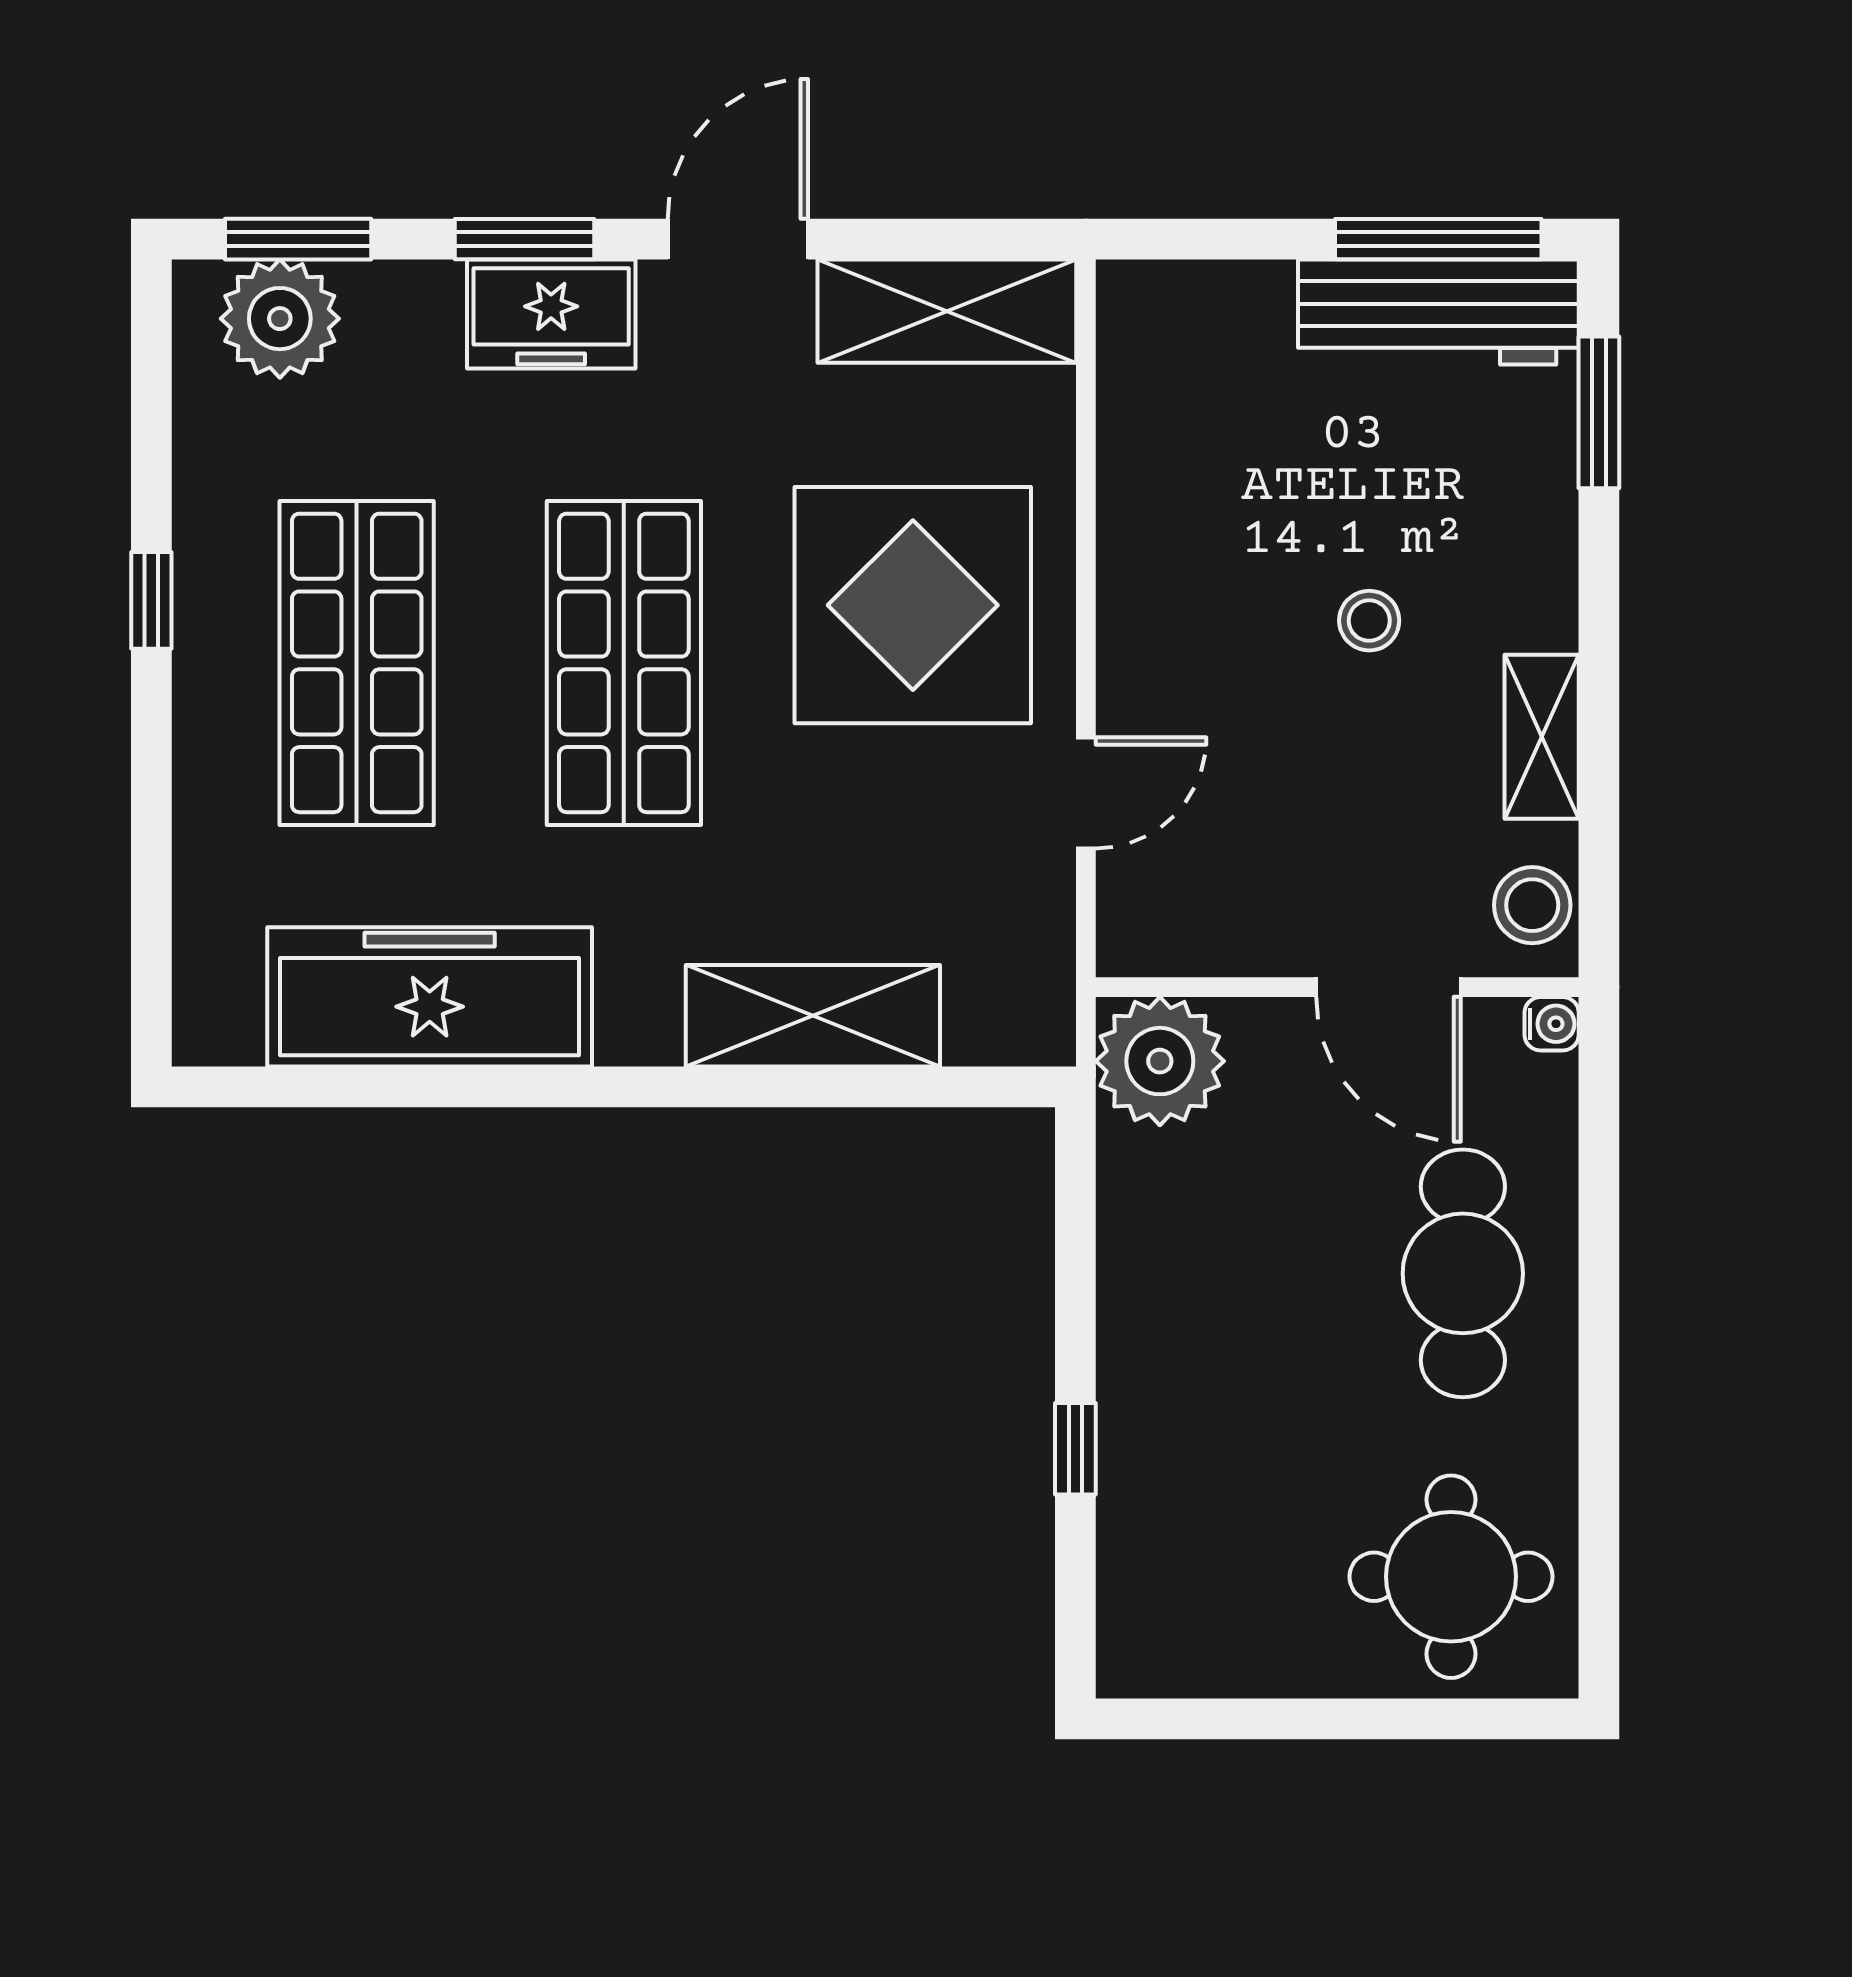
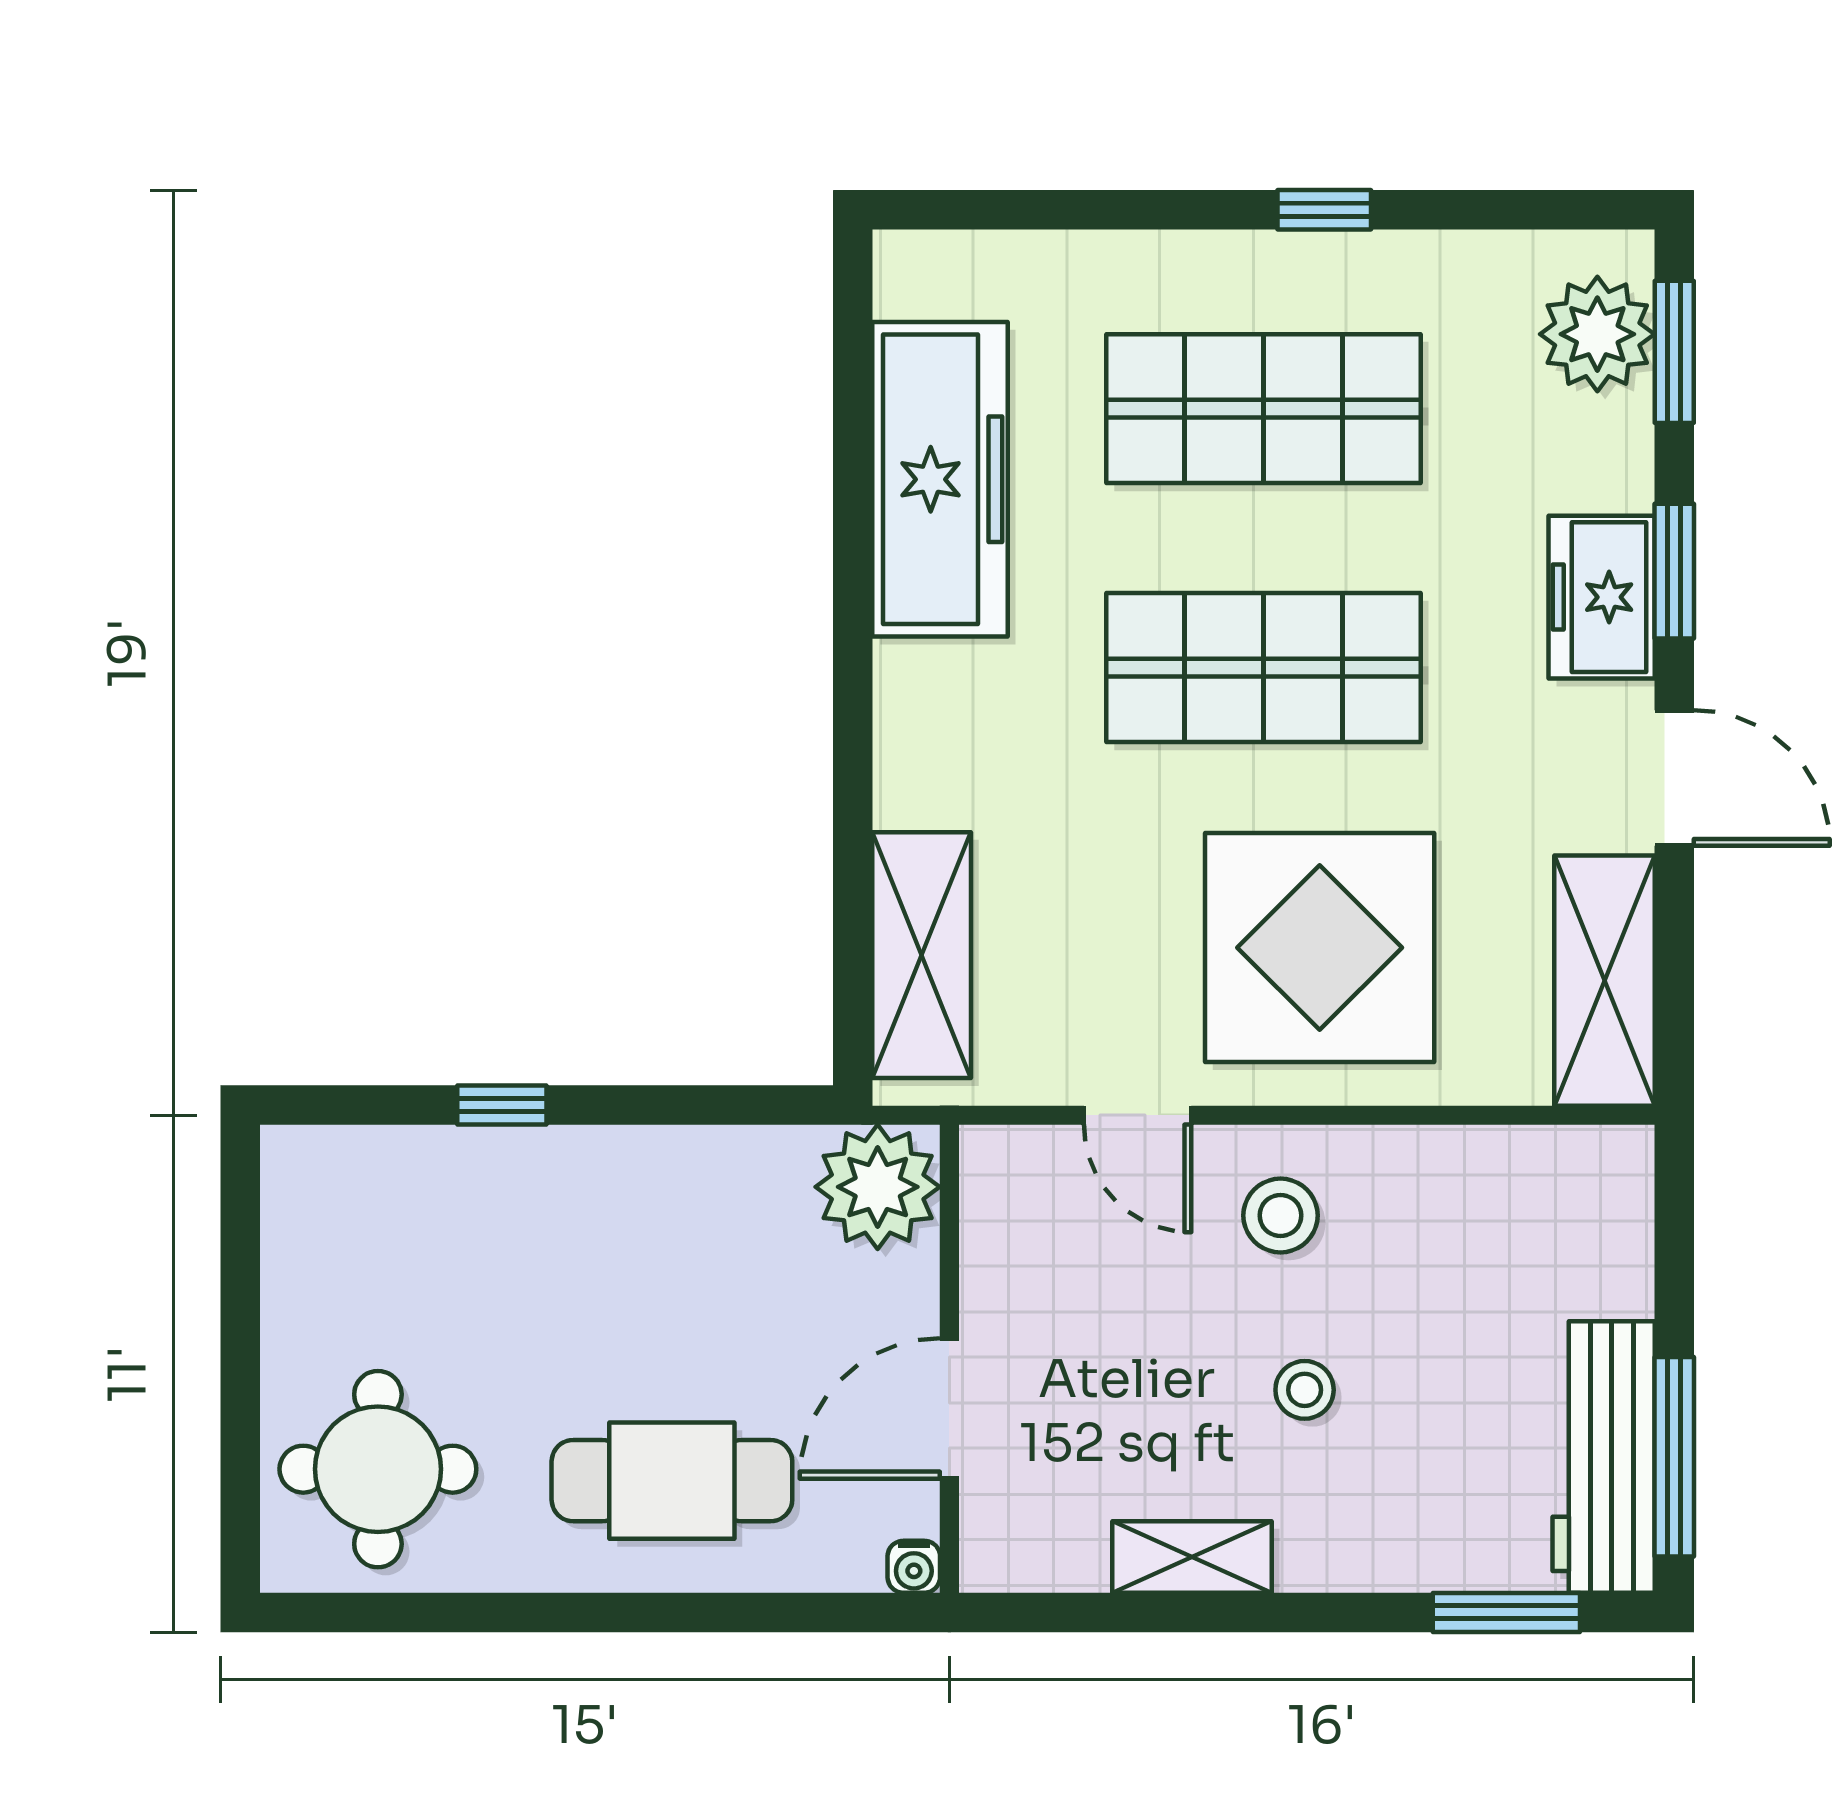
stool: (1532, 905) -> (1281, 1215), moved
shelving: (813, 1016) -> (922, 955), moved

